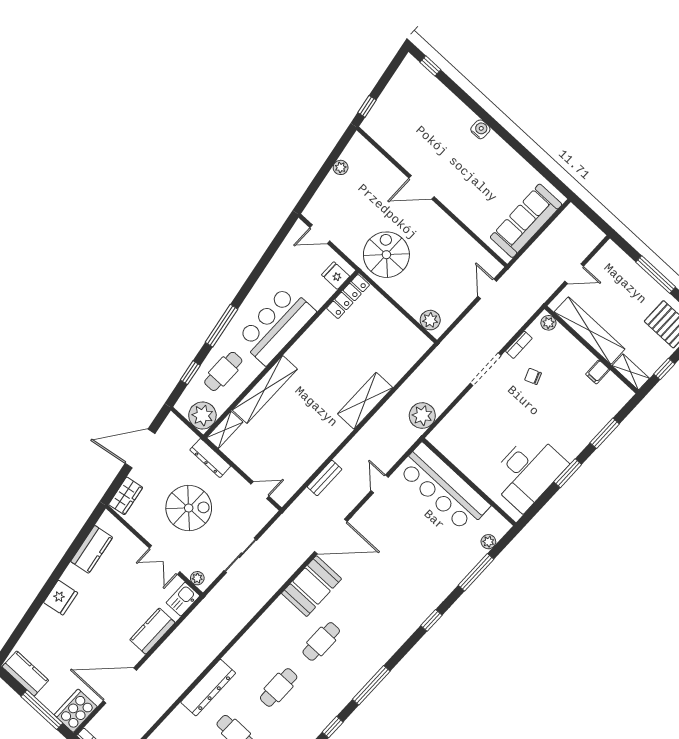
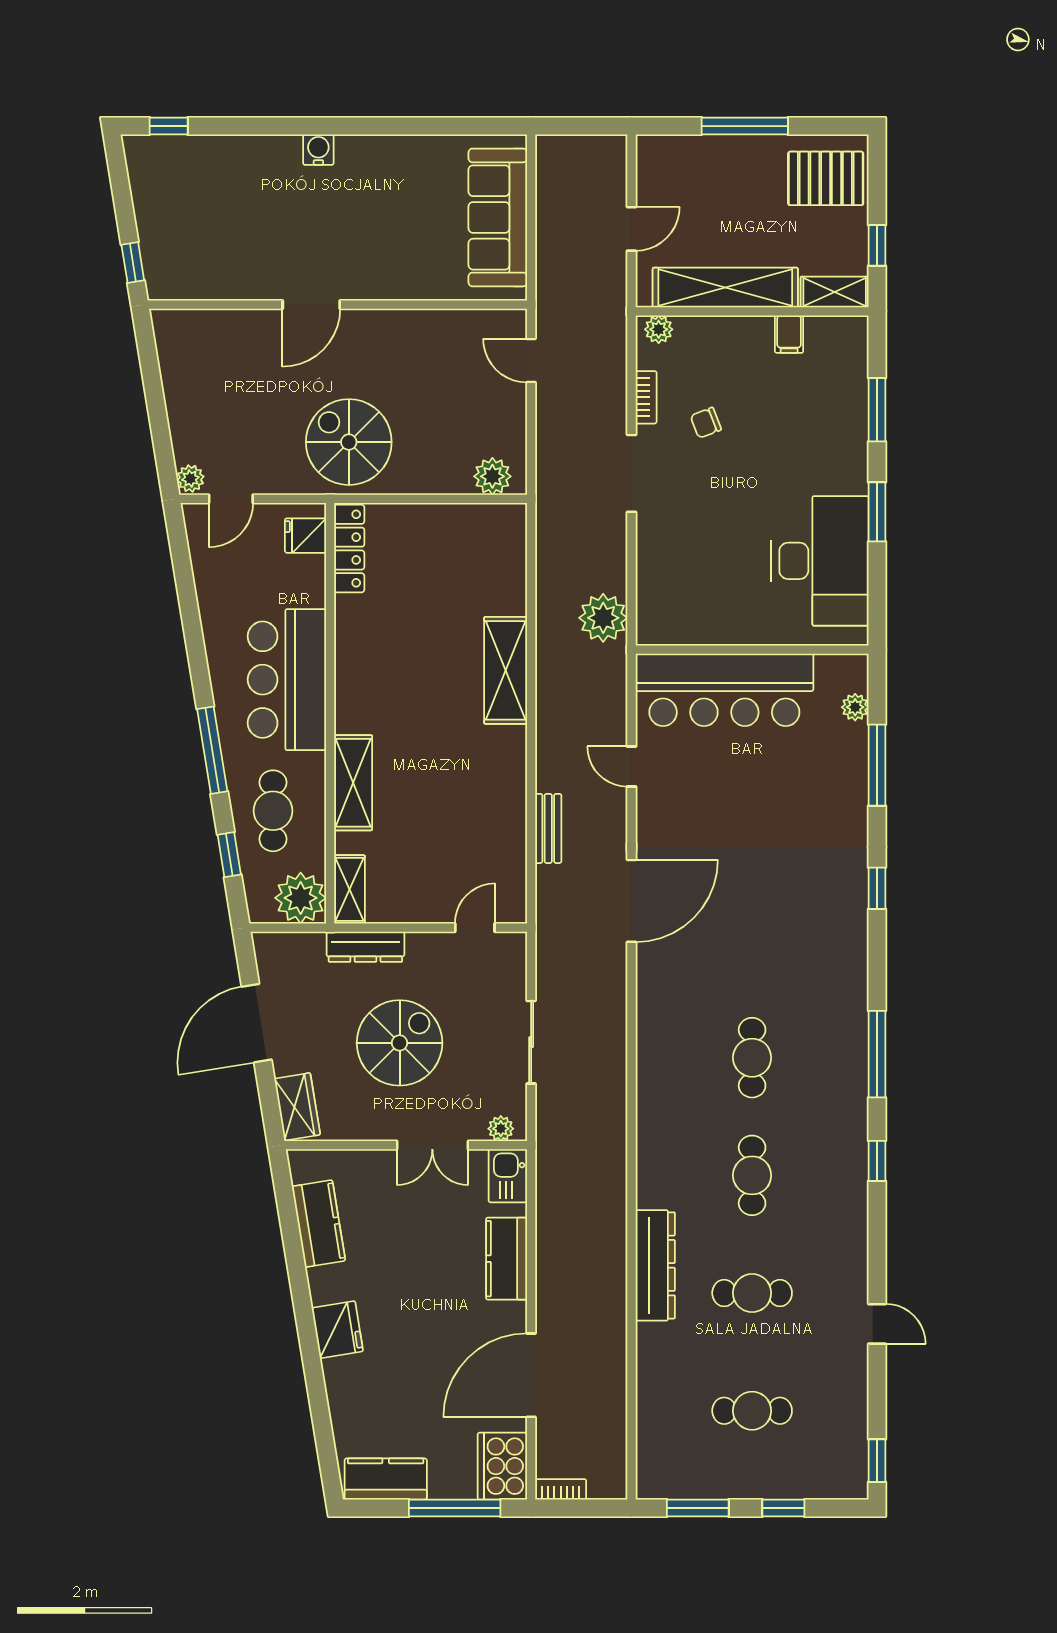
plant: (341, 167) -> (190, 479), moved
shelving: (265, 389) -> (353, 783), width x0.68
booth: (311, 586) -> (668, 994), removed

